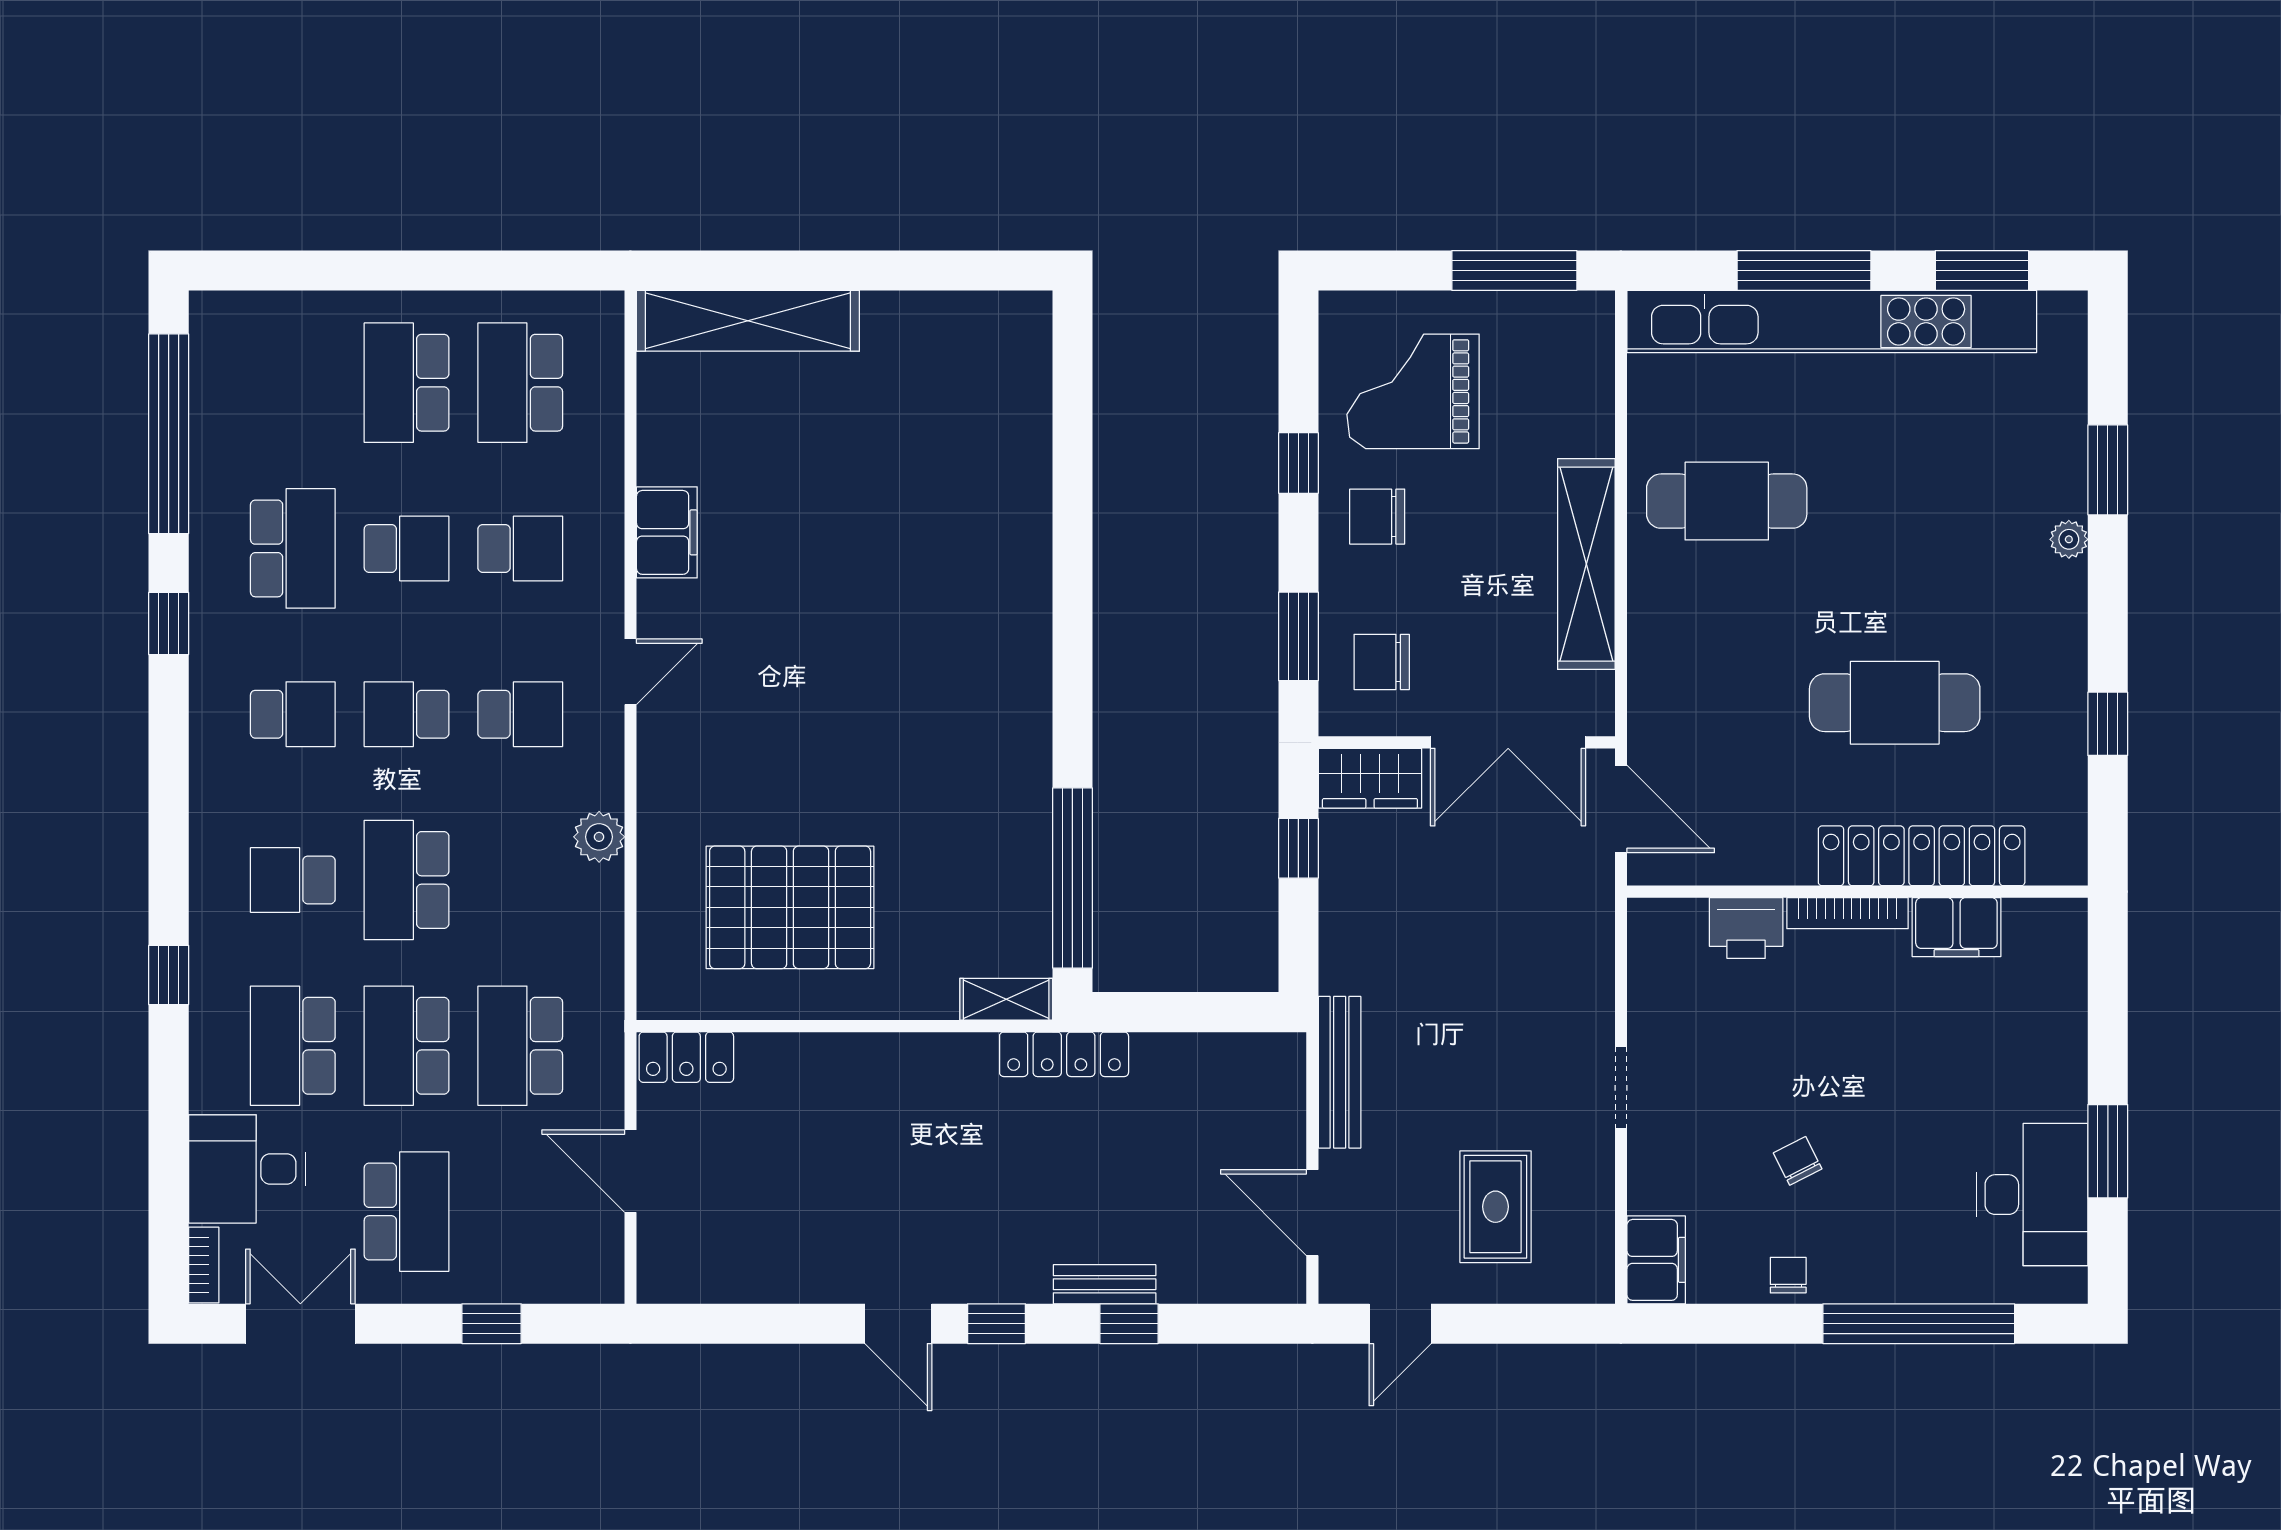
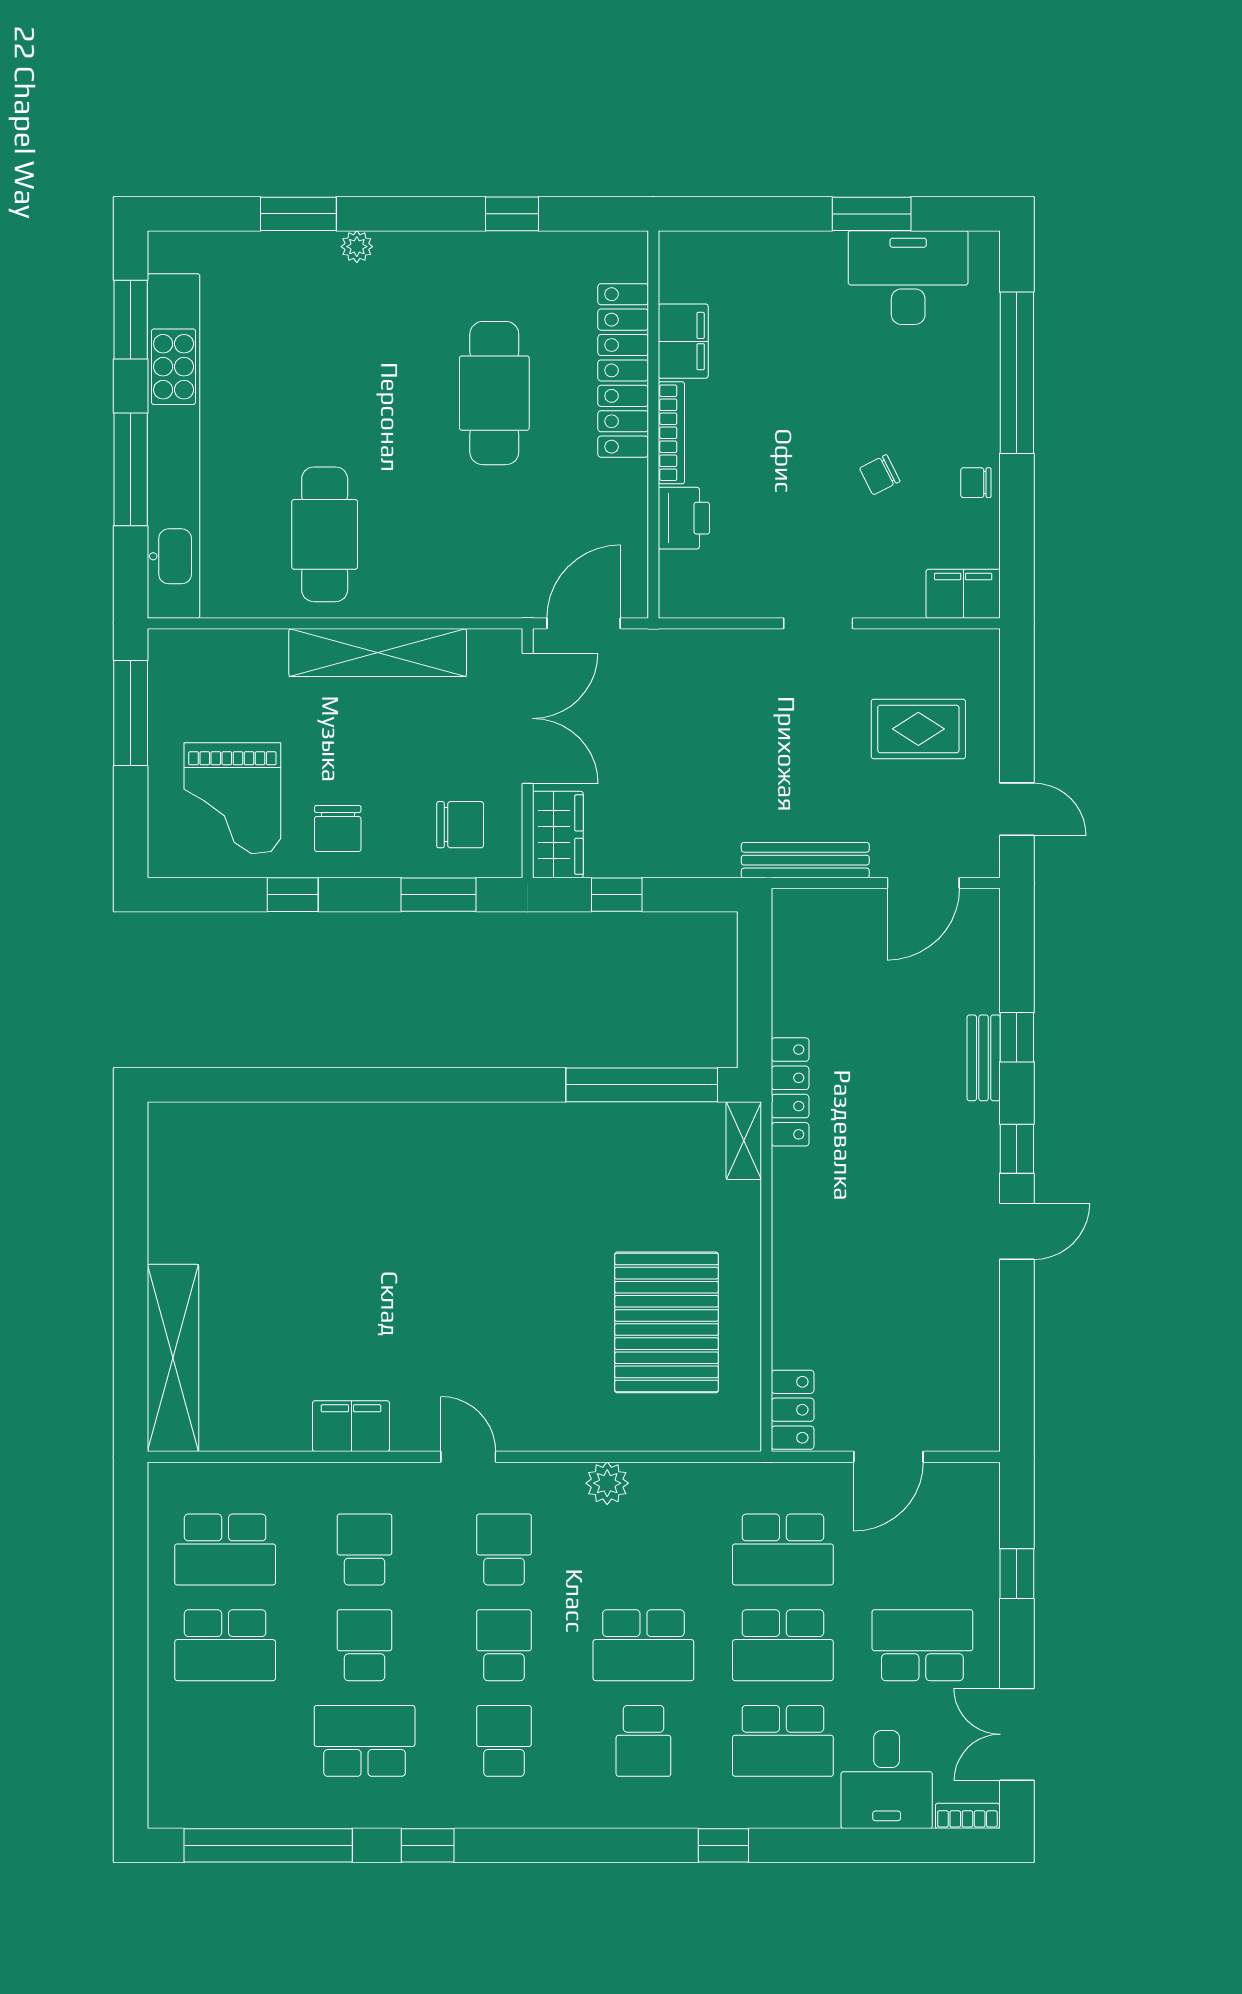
chair: (1382, 662) -> (460, 825), turned -90
school desk: (407, 714) -> (504, 1645), turned 180

